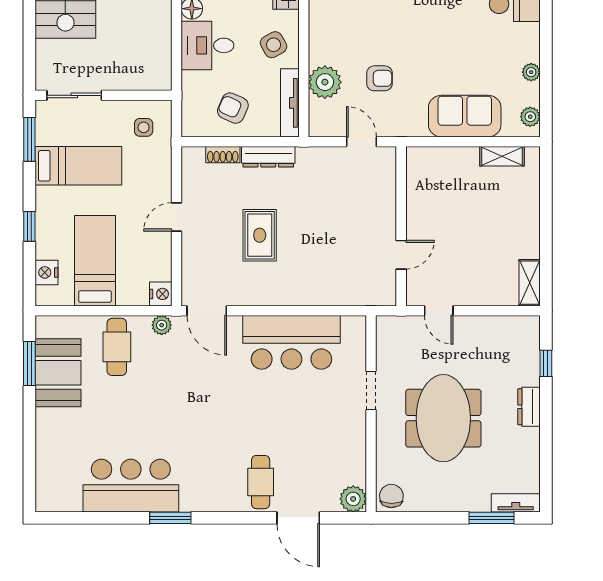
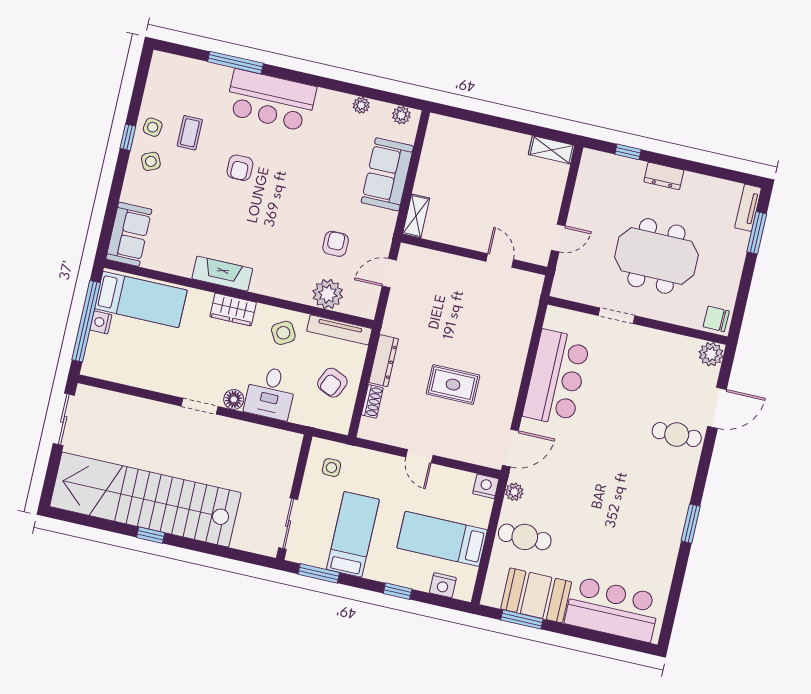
shelving: (502, 156) -> (416, 216), moved
bar counter: (131, 486) -> (613, 609), moved, turned 90

